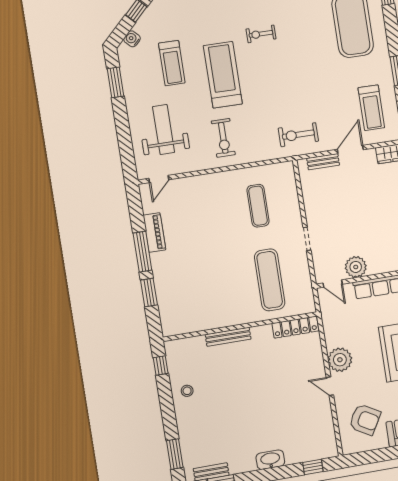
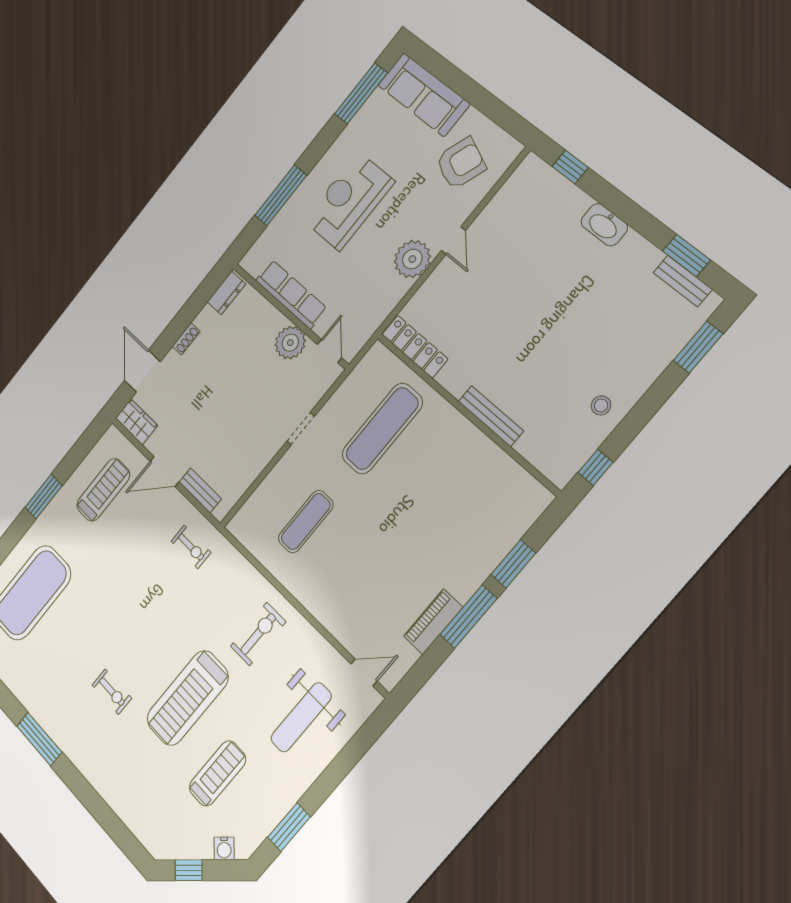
exercise bike: (298, 135) -> (191, 547), width x0.73, depth x0.72
armchair: (365, 420) -> (461, 163), turned 82

